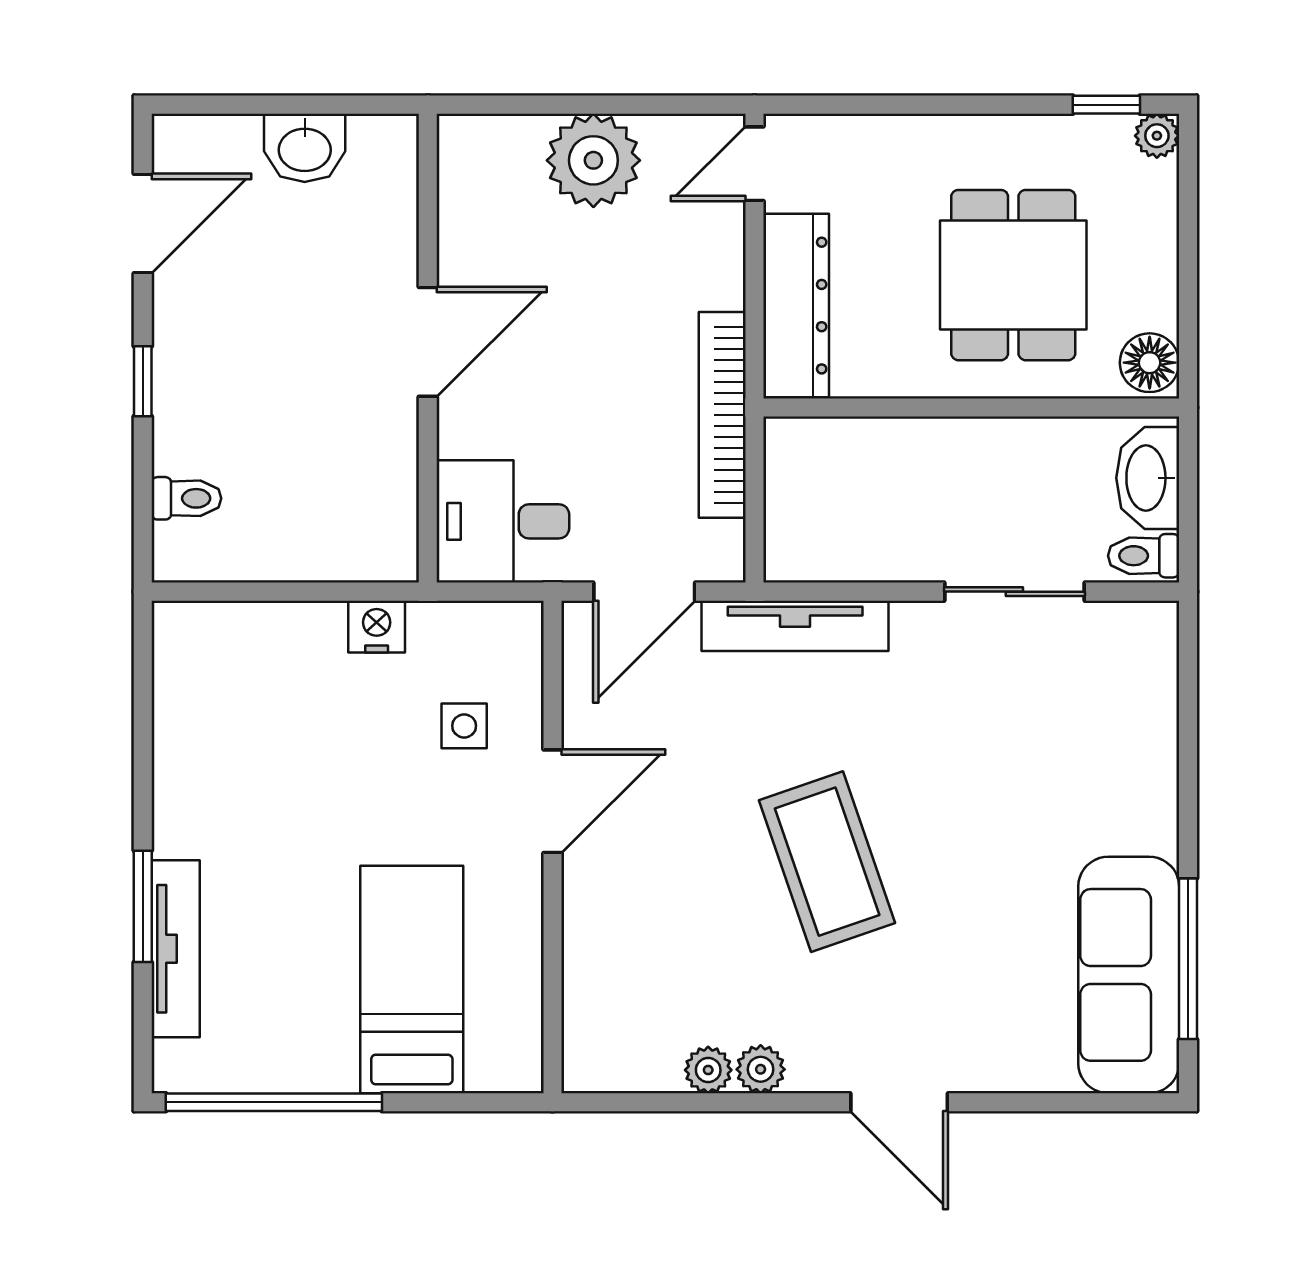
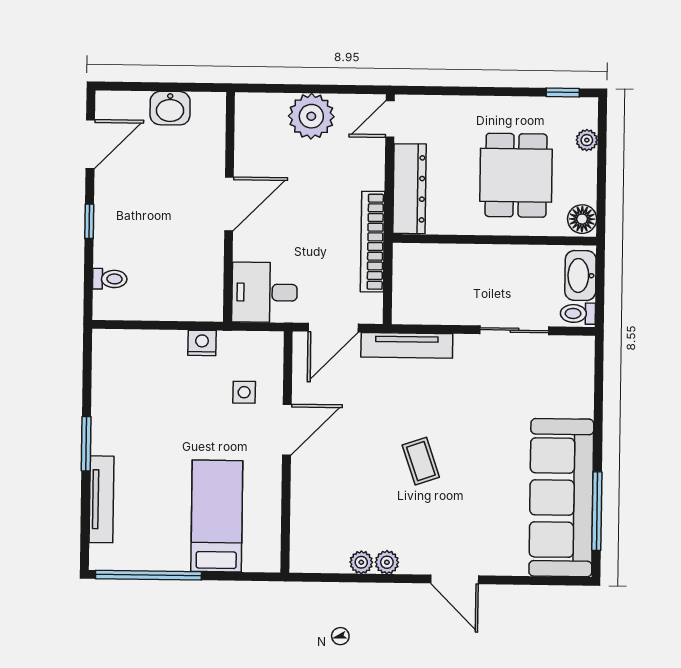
plant: (1157, 136) -> (587, 140), moved
coffee table: (827, 862) -> (421, 461), width x0.54, depth x0.58
window: (143, 906) -> (86, 444), moved
sofa: (1129, 975) -> (561, 498), width x1.36, depth x1.27

